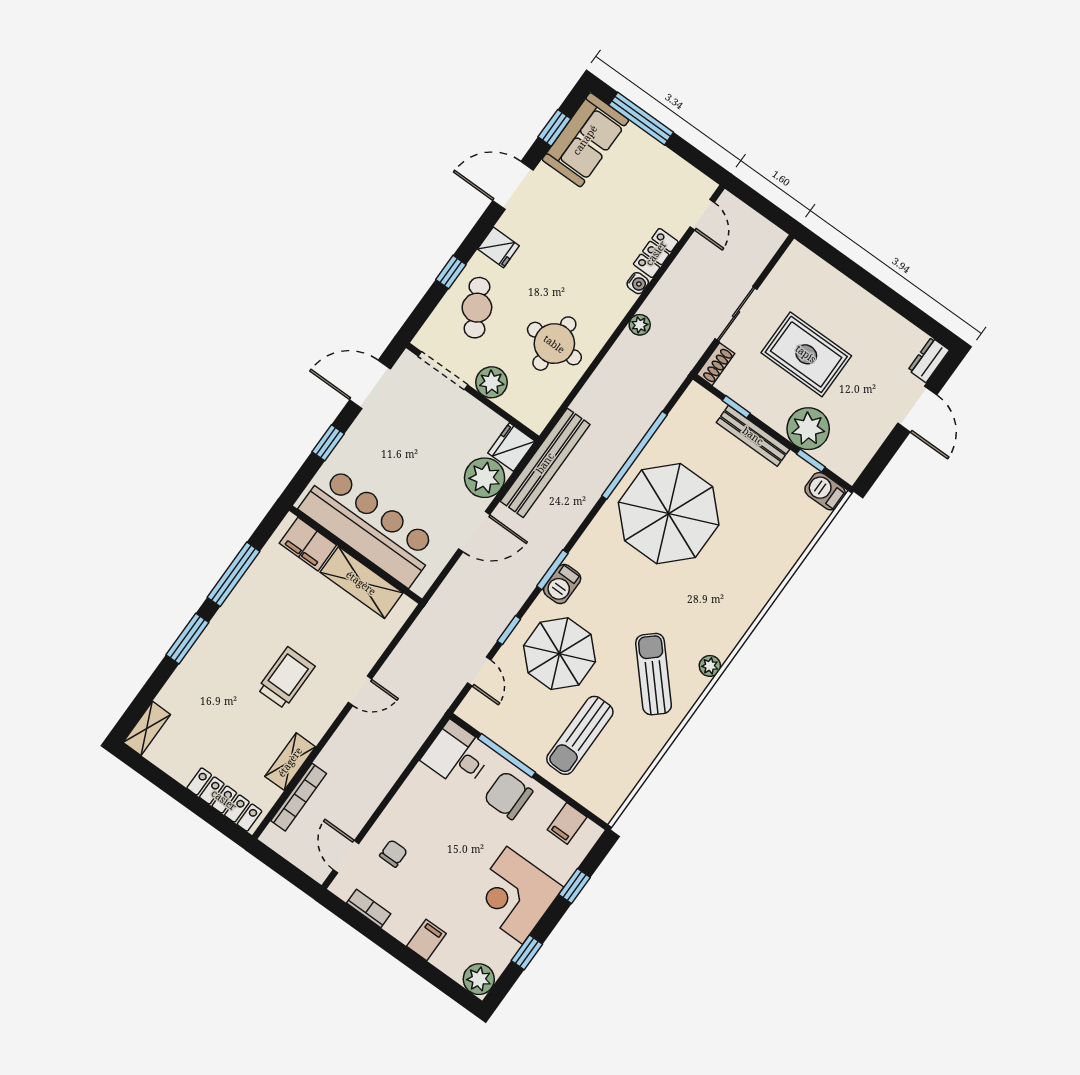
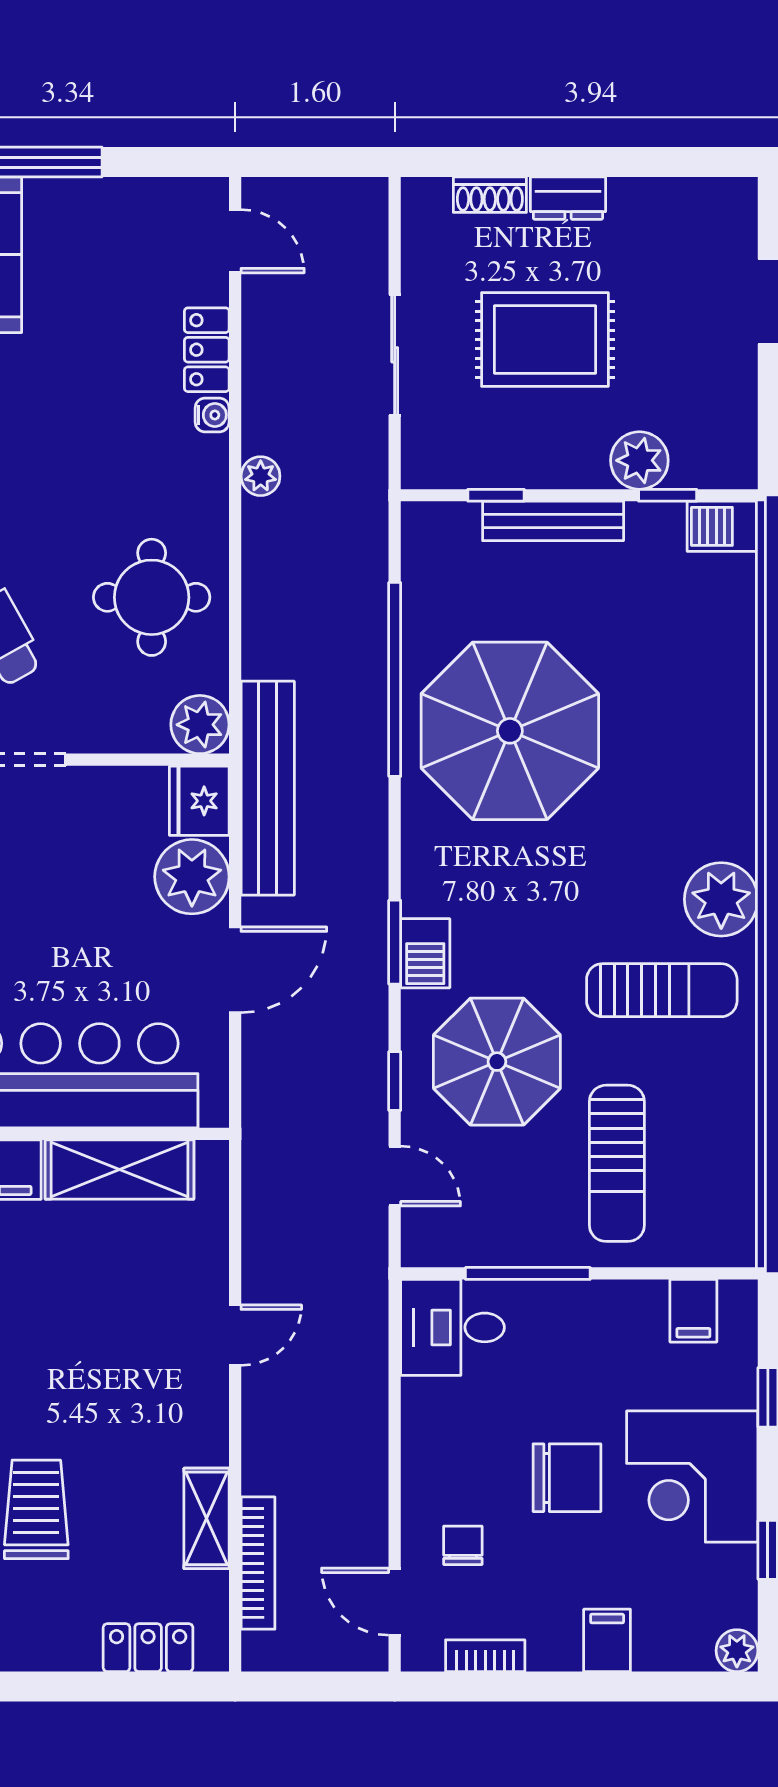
dresser: (929, 360) -> (568, 198), moved, turned -90
shoe rack: (716, 364) -> (490, 195), moved, turned 90
plant: (492, 382) -> (200, 725), moved
plant: (808, 429) -> (639, 460), width x0.73, depth x0.73
plant: (710, 666) -> (721, 899), width x1.87, depth x1.87
sun lounger: (654, 674) -> (662, 990), turned 132
trolley: (286, 678) -> (36, 1509), moved
chair: (508, 795) -> (567, 1478), moved, turned 180
locker: (224, 800) -> (148, 1648), width x0.66
plant: (479, 979) -> (737, 1651), width x0.73, depth x0.73

